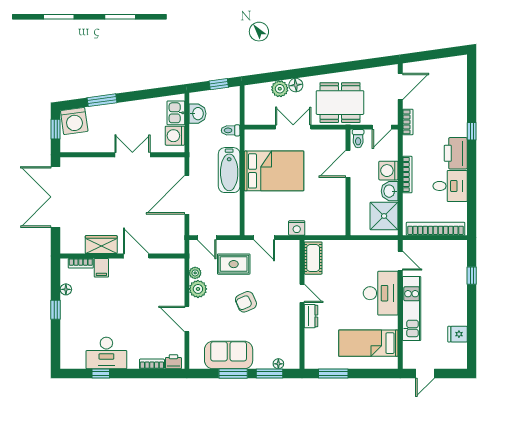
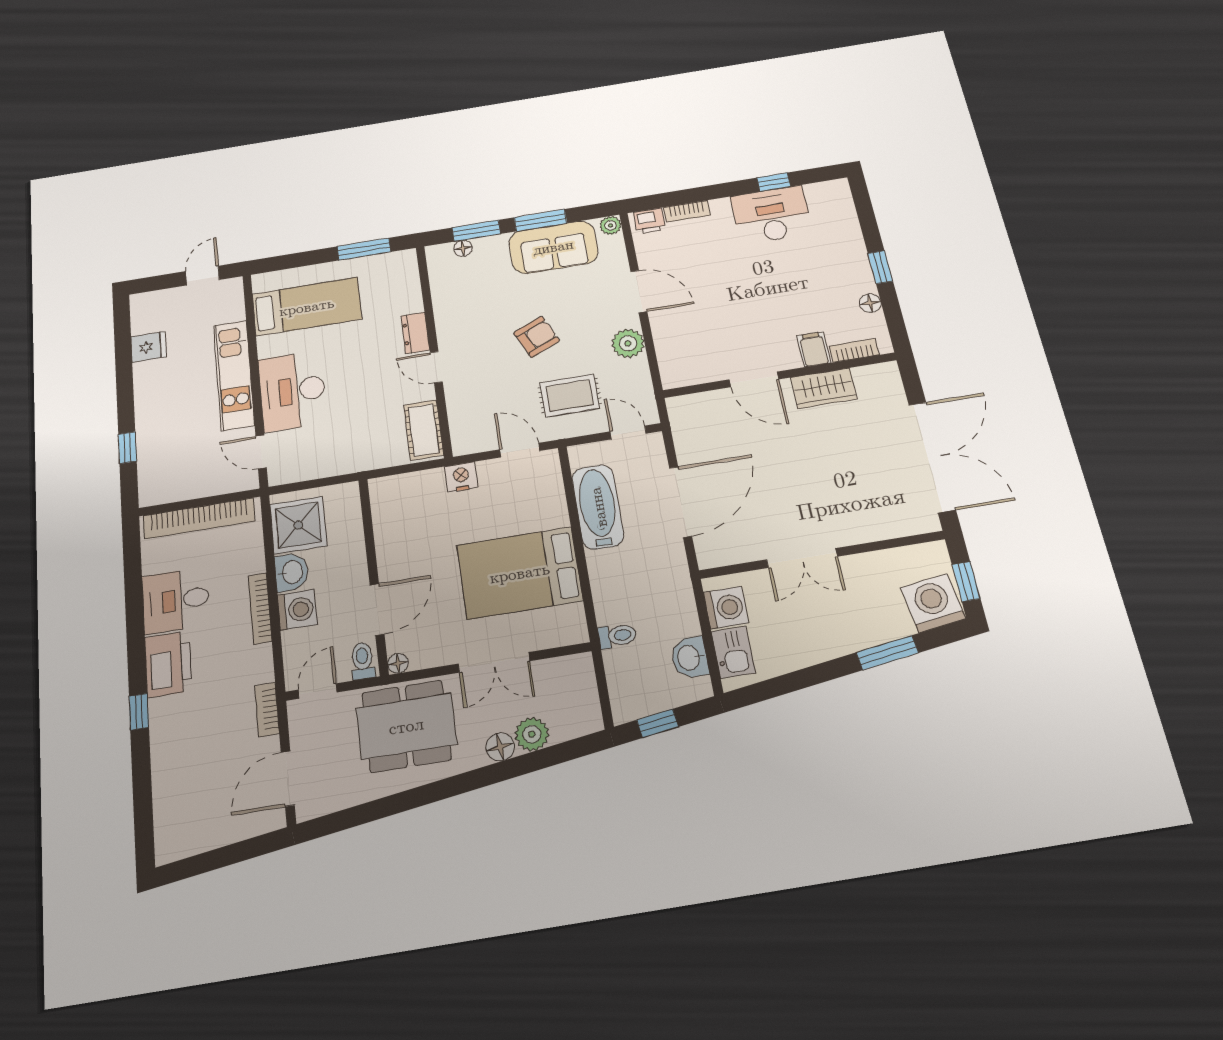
floor lamp: (341, 135) -> (398, 663), added
bathtub: (229, 170) -> (598, 507), moved
plant: (195, 273) -> (611, 225), moved

